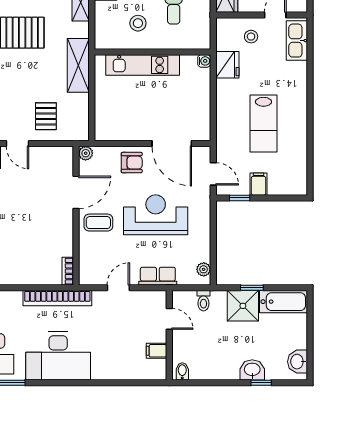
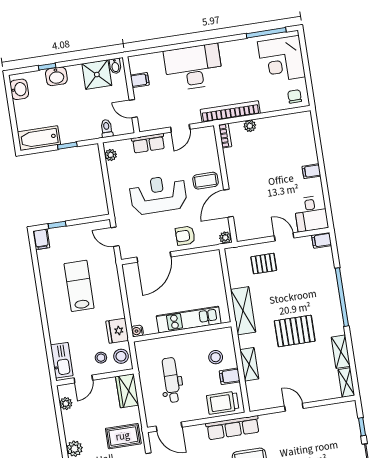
stool: (138, 23) -> (216, 357), moved
stool: (228, 35) -> (121, 356), added
pallet: (46, 116) -> (264, 264), turned 90
door: (172, 143) -> (154, 257), swing flipped
filing cabinet: (259, 184) -> (41, 239), moved
window: (240, 198) -> (57, 225), moved
reception desk: (156, 215) -> (158, 195), turned 180
plant: (37, 278) -> (250, 126), added
shower: (243, 306) -> (97, 75), moved
desk: (58, 356) -> (193, 67), moved

